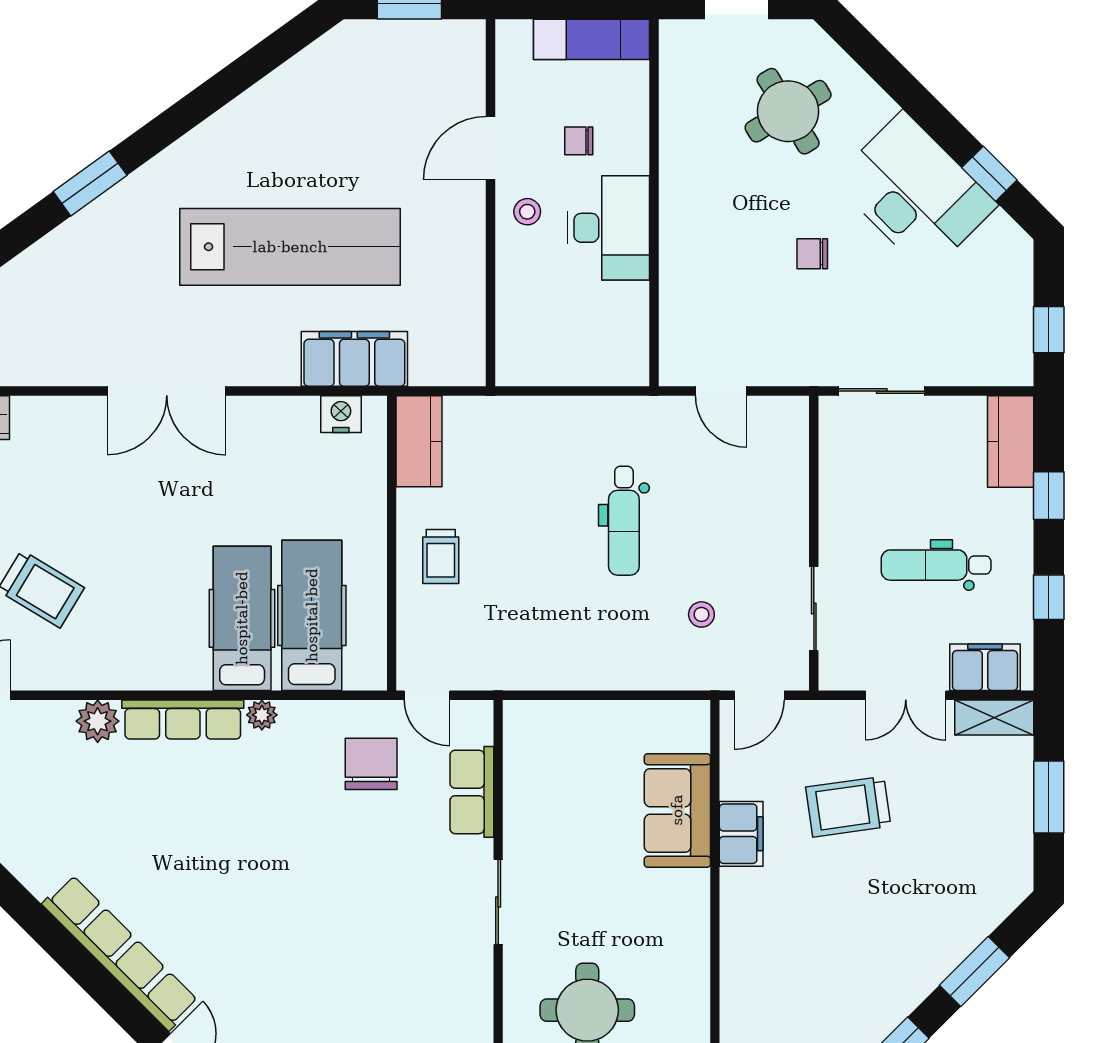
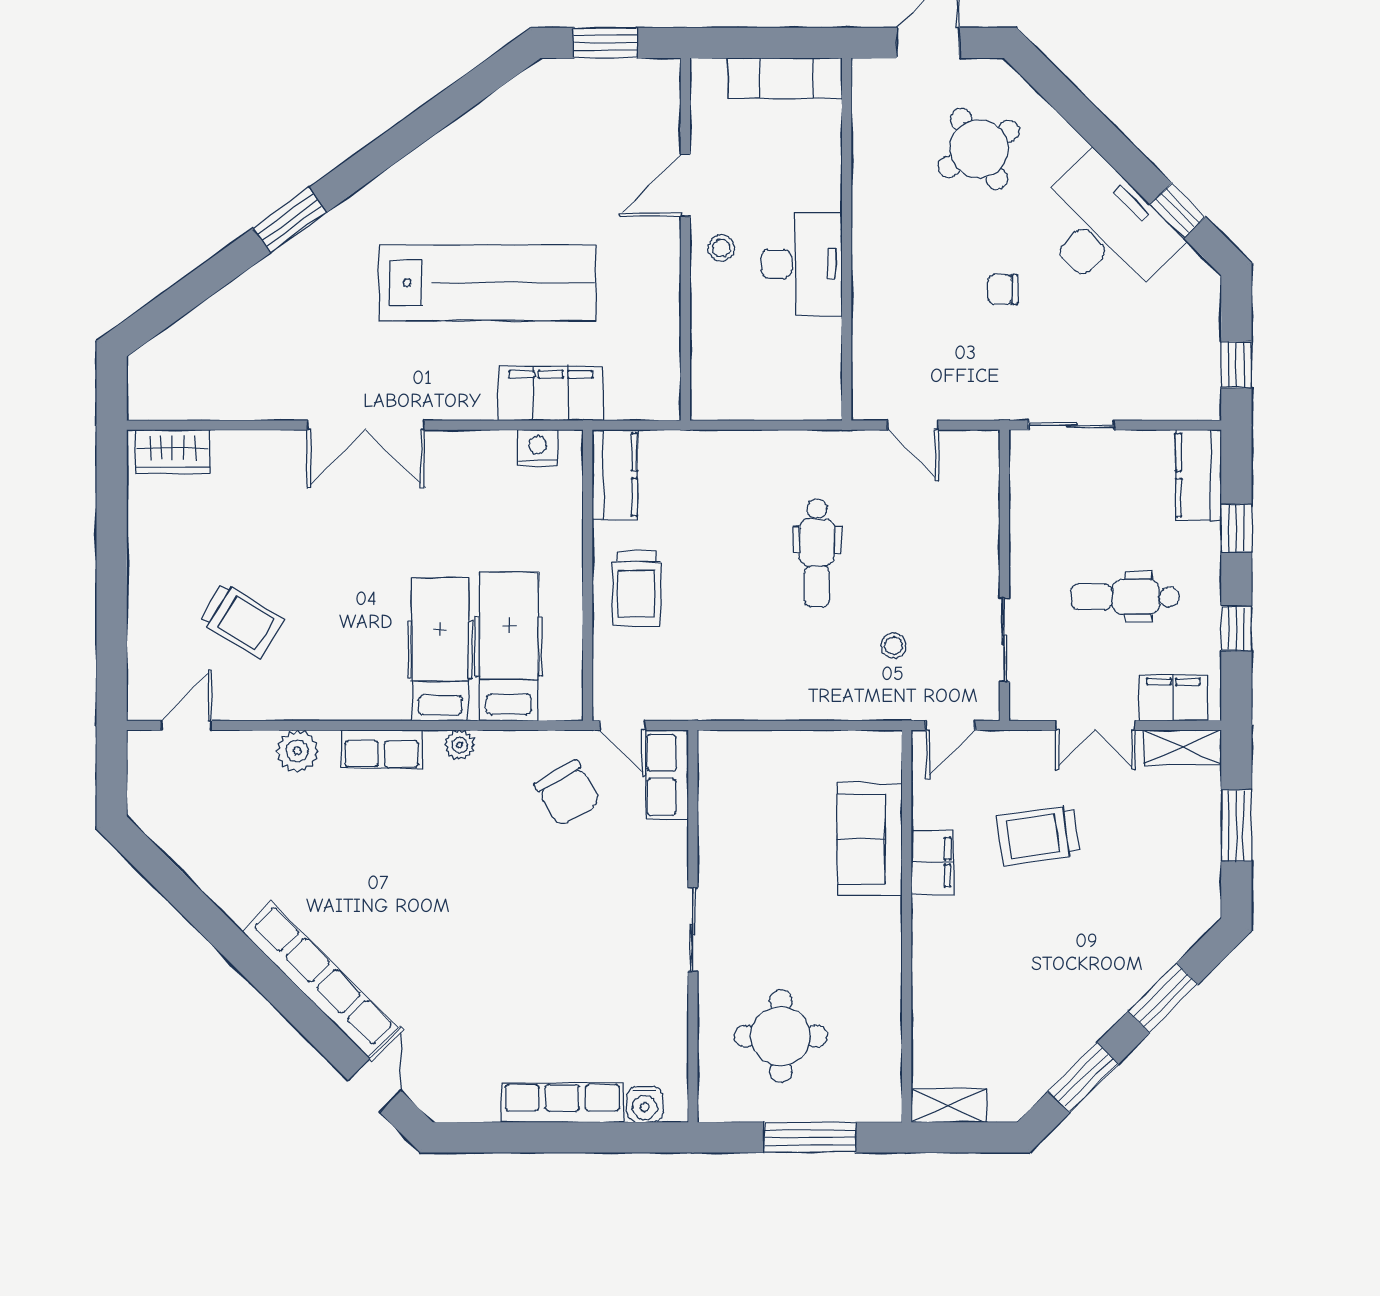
chair: (579, 141) -> (772, 178), removed
trolley: (441, 556) -> (636, 588), width x1.36, depth x1.39
row of seats: (183, 719) -> (382, 749), width x0.68
chair: (371, 764) -> (567, 793), turned 150
row of seats: (472, 792) -> (667, 775), moved

